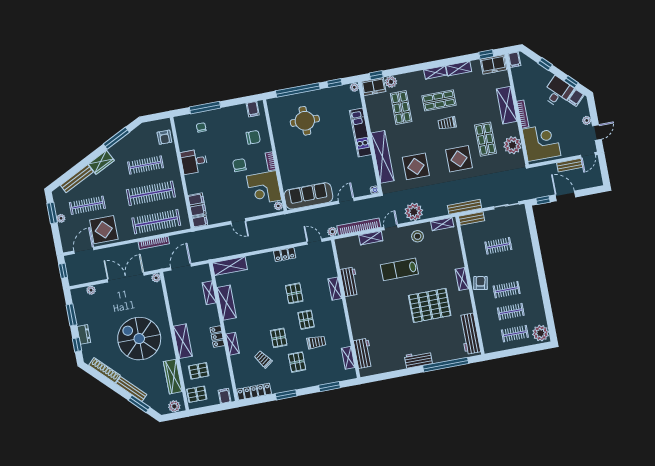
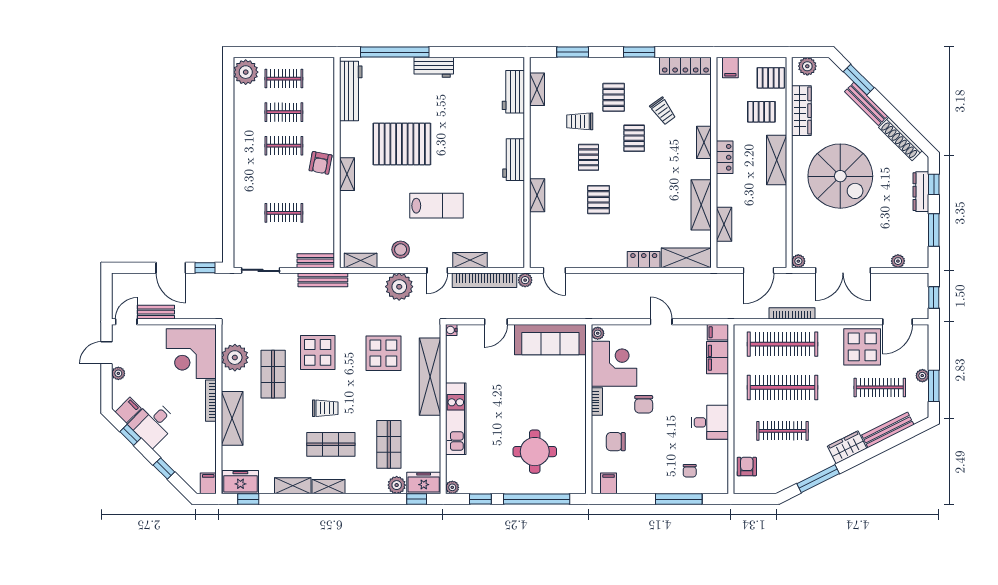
locker: (285, 255) -> (644, 260), moved
workbench: (350, 282) -> (514, 160), moved
dresser: (84, 334) -> (921, 192), width x1.44

